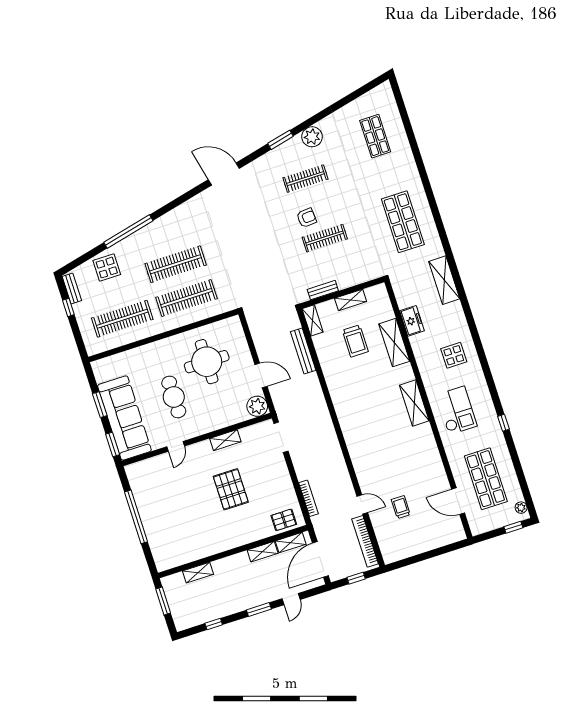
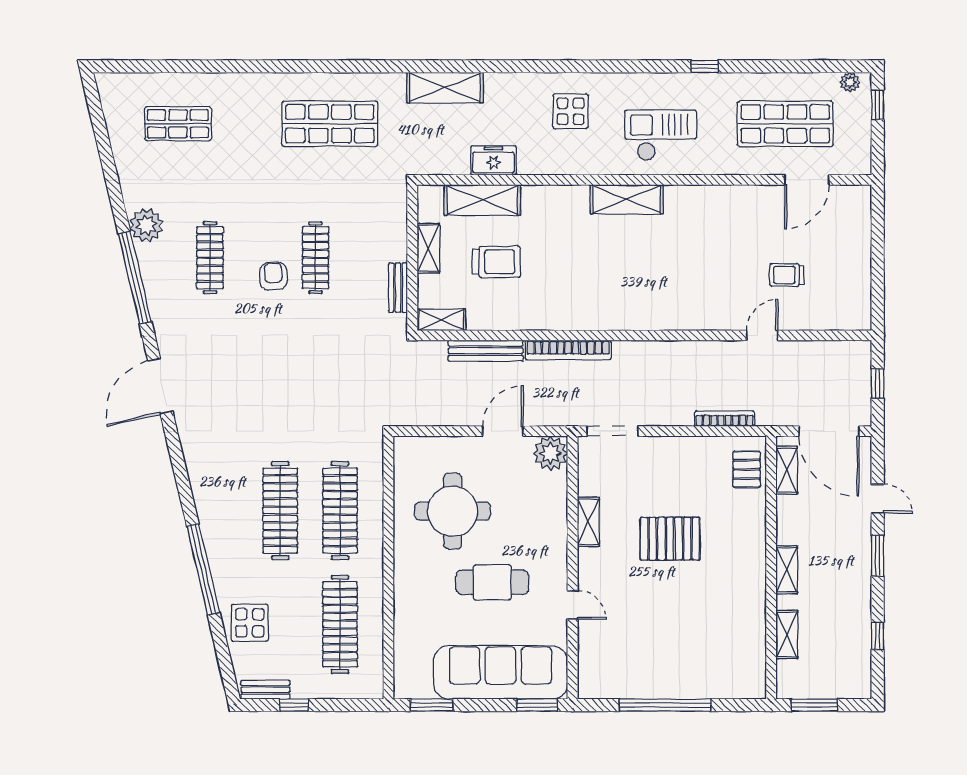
window: (281, 140) -> (135, 278), width x2.11
shelving: (394, 343) -> (482, 200), moved
window: (100, 405) -> (432, 705), moved
bookcase: (365, 541) -> (568, 350), moved
shelving: (263, 552) -> (787, 570), moved

